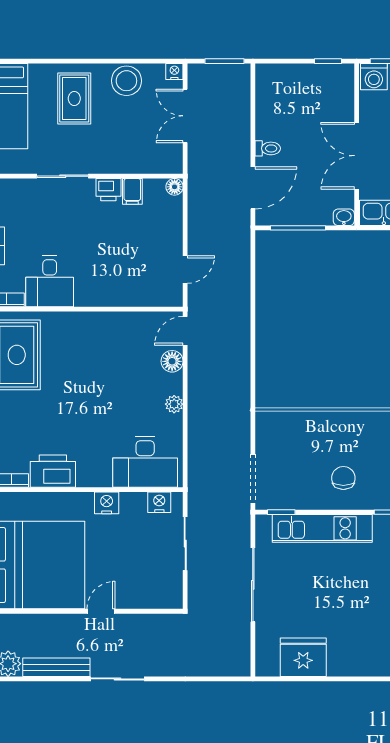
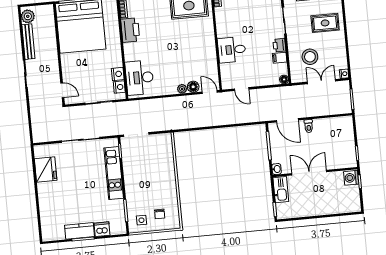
stool: (126, 81) -> (310, 57), moved
desk: (50, 281) -> (232, 50), moved
plant: (174, 404) -> (182, 89), moved
chair: (343, 478) -> (141, 182), removed
nightstand: (107, 503) -> (118, 74), moved
door: (101, 611) -> (62, 90), moved

